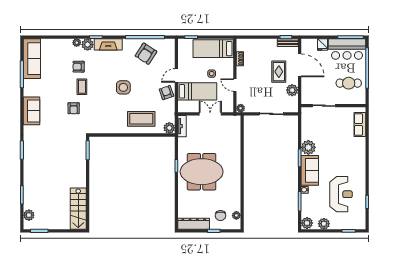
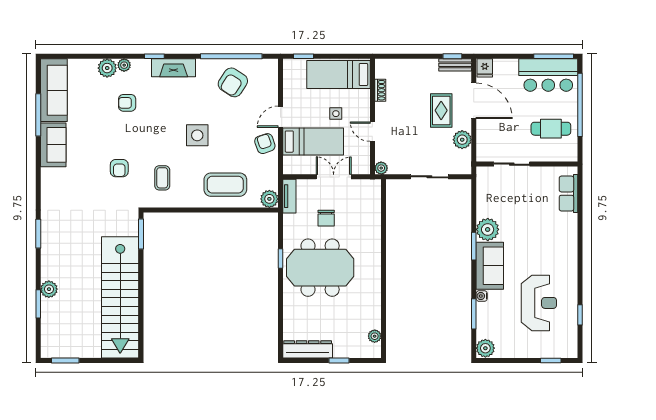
fridge: (323, 44) -> (485, 68), moved
plant: (88, 45) -> (107, 68), moved
coffee table: (82, 87) -> (162, 178), moved
sofa: (32, 111) -> (53, 145), moved
stairs: (78, 209) -> (120, 297), width x1.86, depth x1.51
plant: (29, 215) -> (49, 289), moved
chair: (220, 216) -> (326, 218), moved
plant: (324, 224) -> (512, 349), removed

